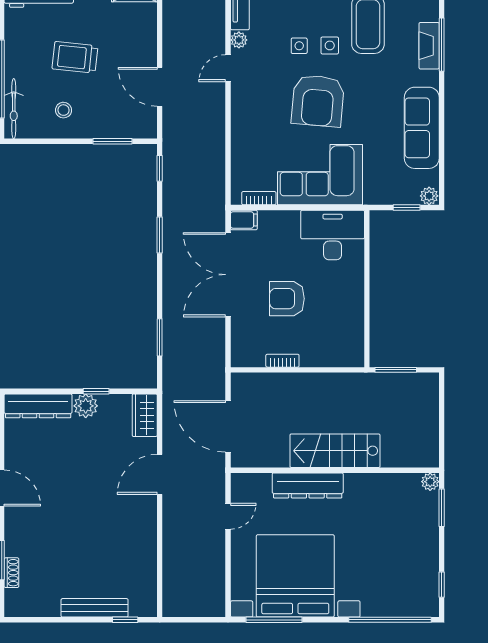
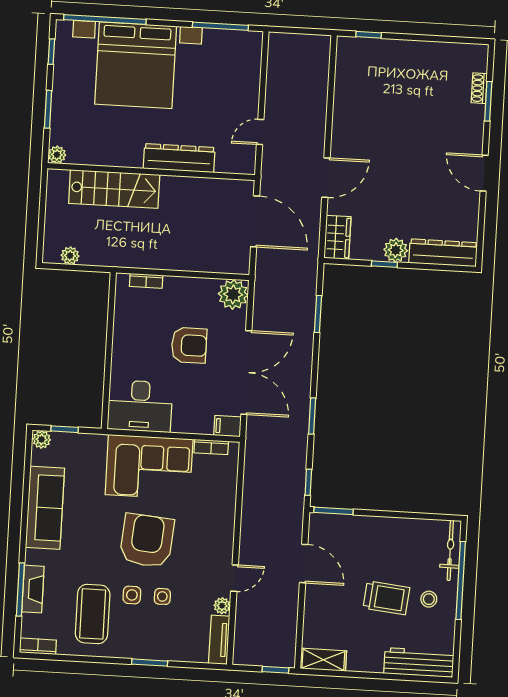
stool: (64, 110) -> (429, 599), moved
window: (113, 141) -> (334, 511), moved
plant: (246, 352) -> (233, 294), added
bookcase: (282, 361) -> (146, 281), moved
window: (396, 370) -> (85, 268), removed
plant: (411, 381) -> (70, 256), added
stairs: (335, 451) -> (114, 189), moved
window: (442, 508) -> (48, 109), moved
bed with nightstands: (295, 576) -> (136, 65), moved
bench: (95, 608) -> (398, 48), removed

